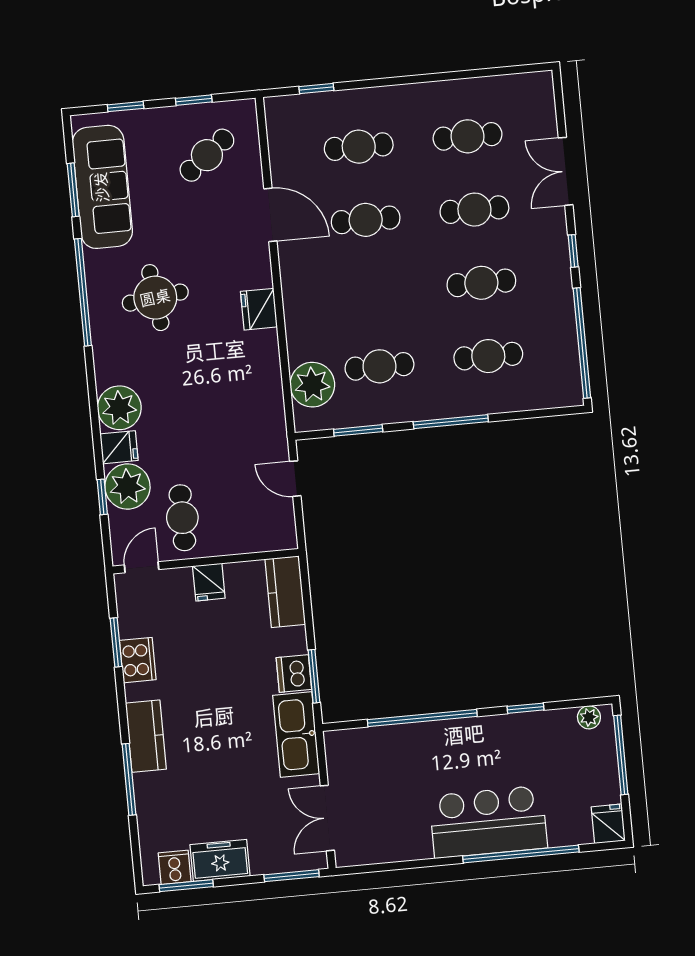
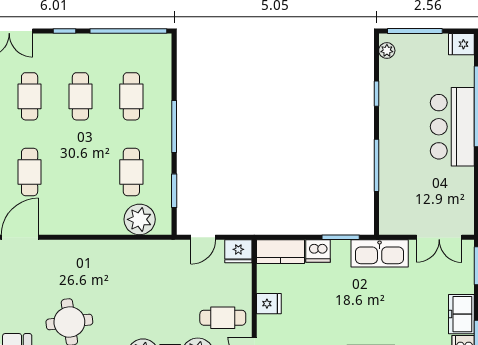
fridge: (259, 309) -> (238, 251), moved
dishwasher: (294, 674) -> (318, 251), moved
window: (422, 718) -> (376, 165), width x0.68

